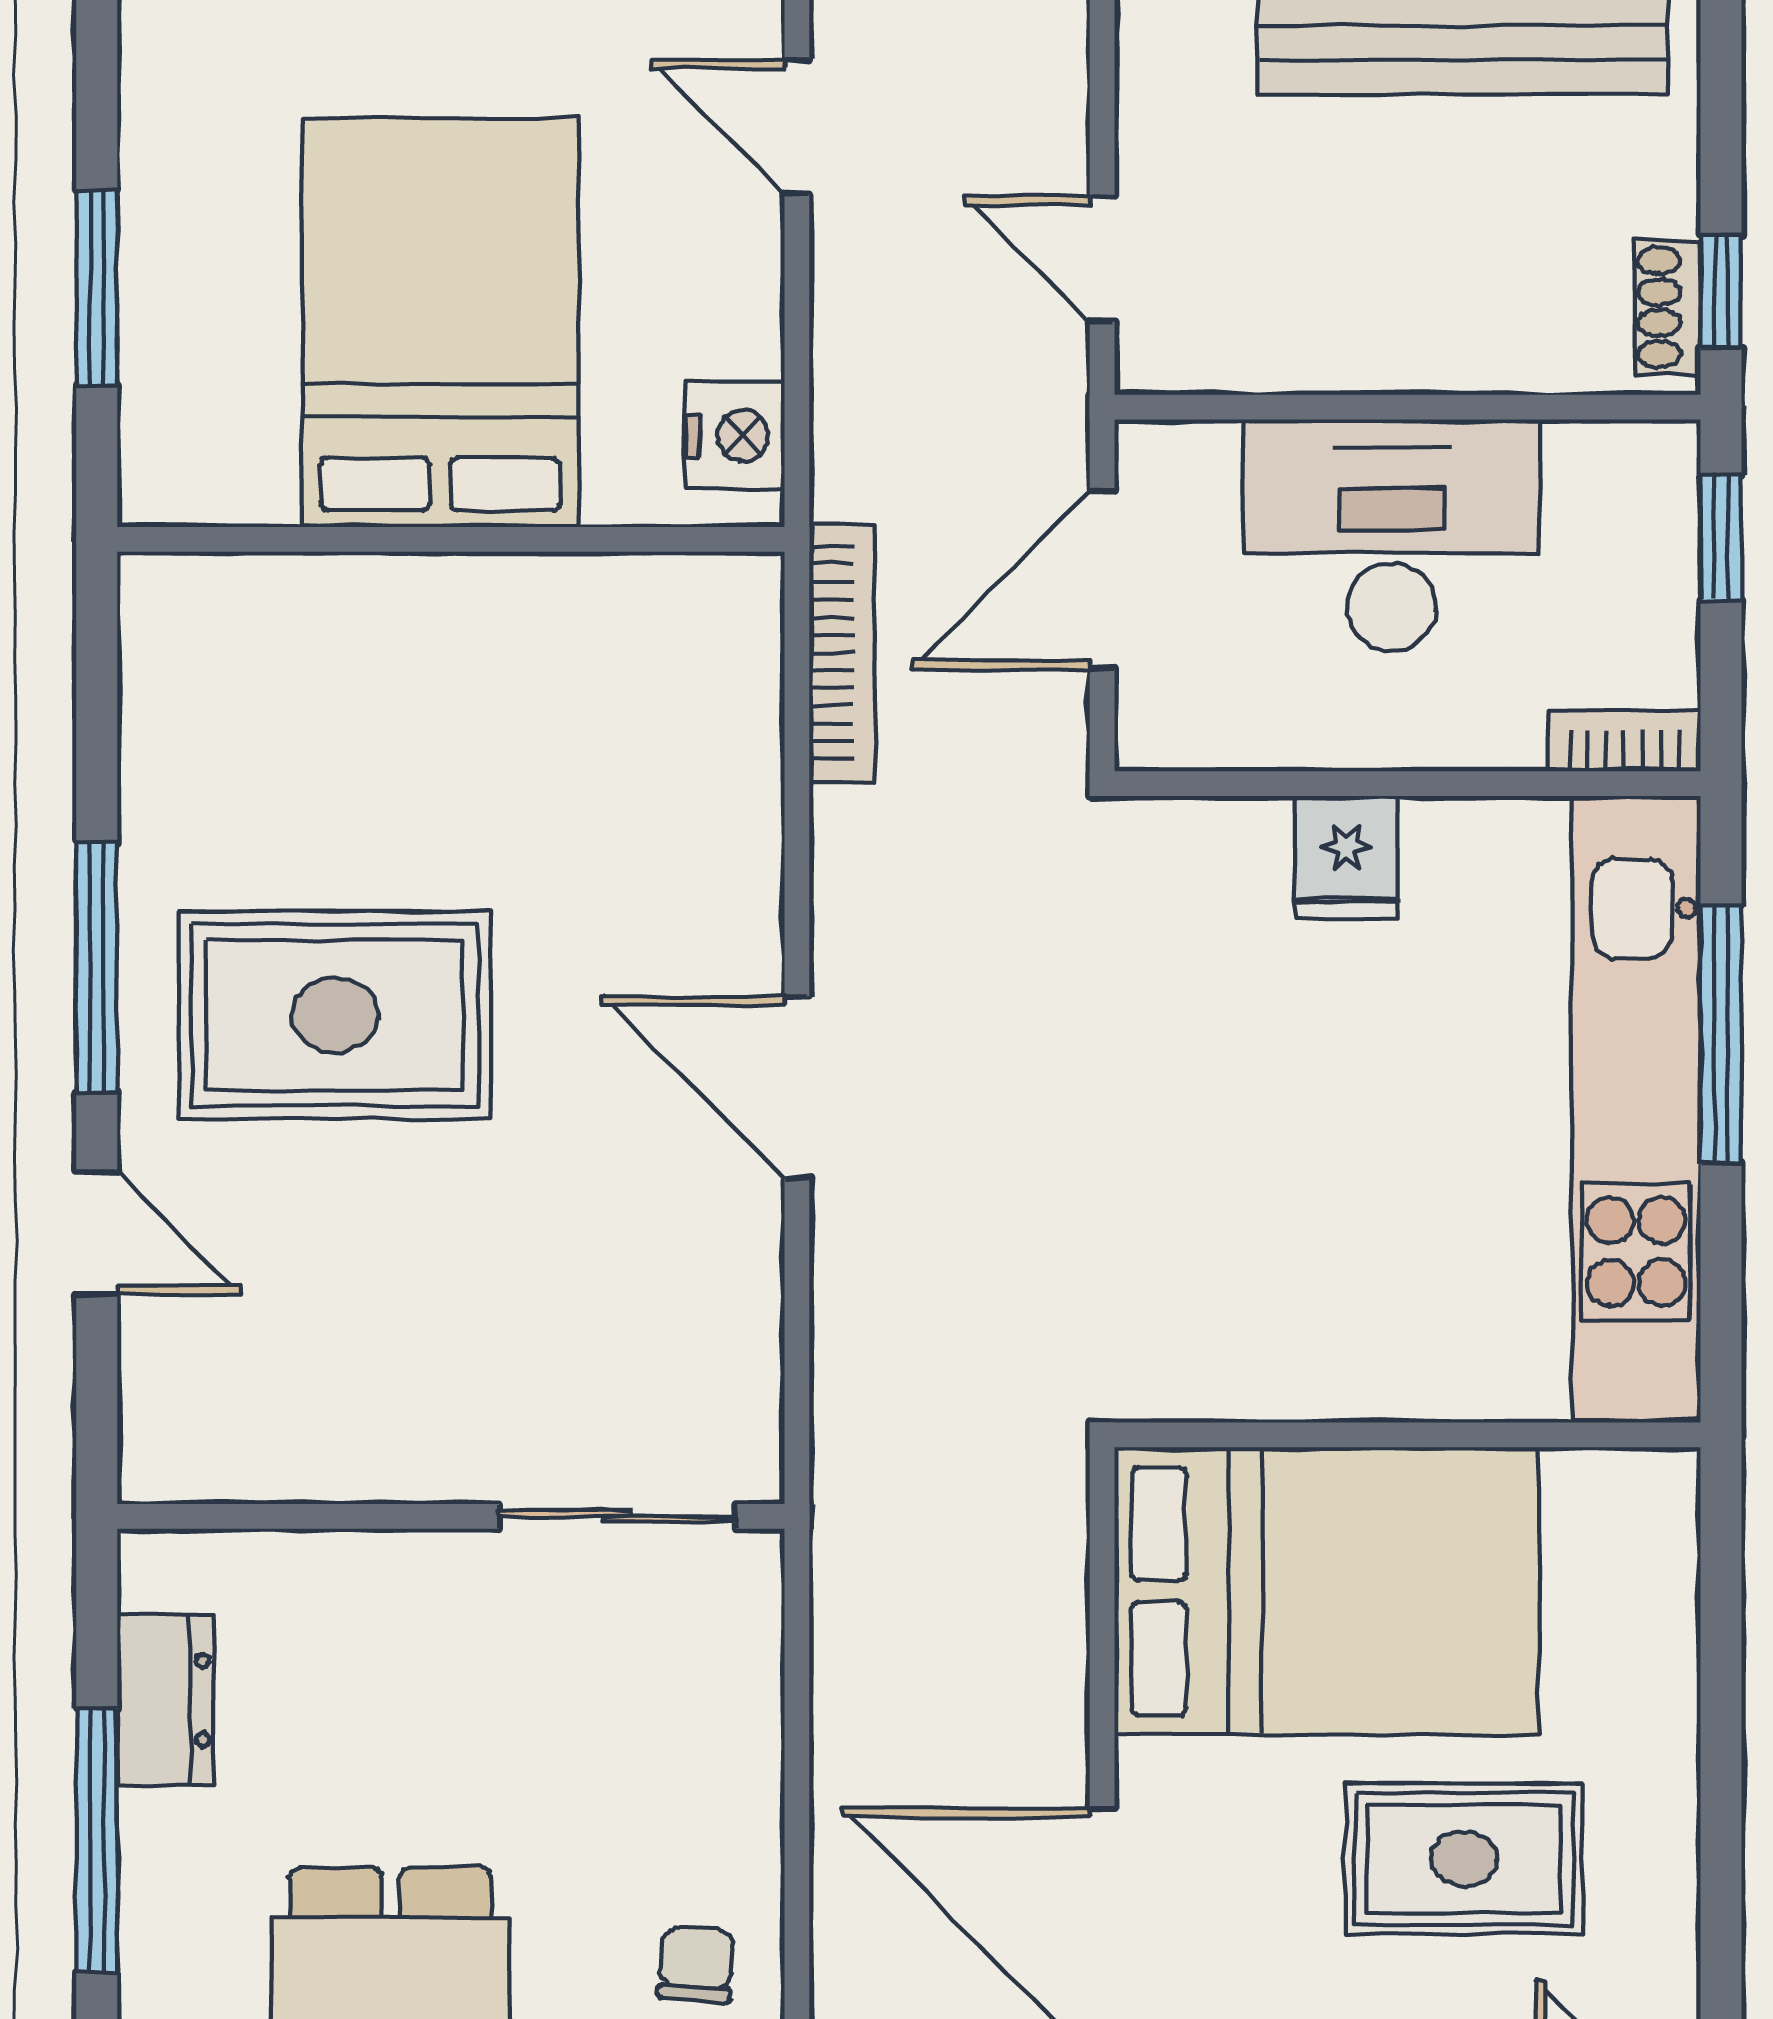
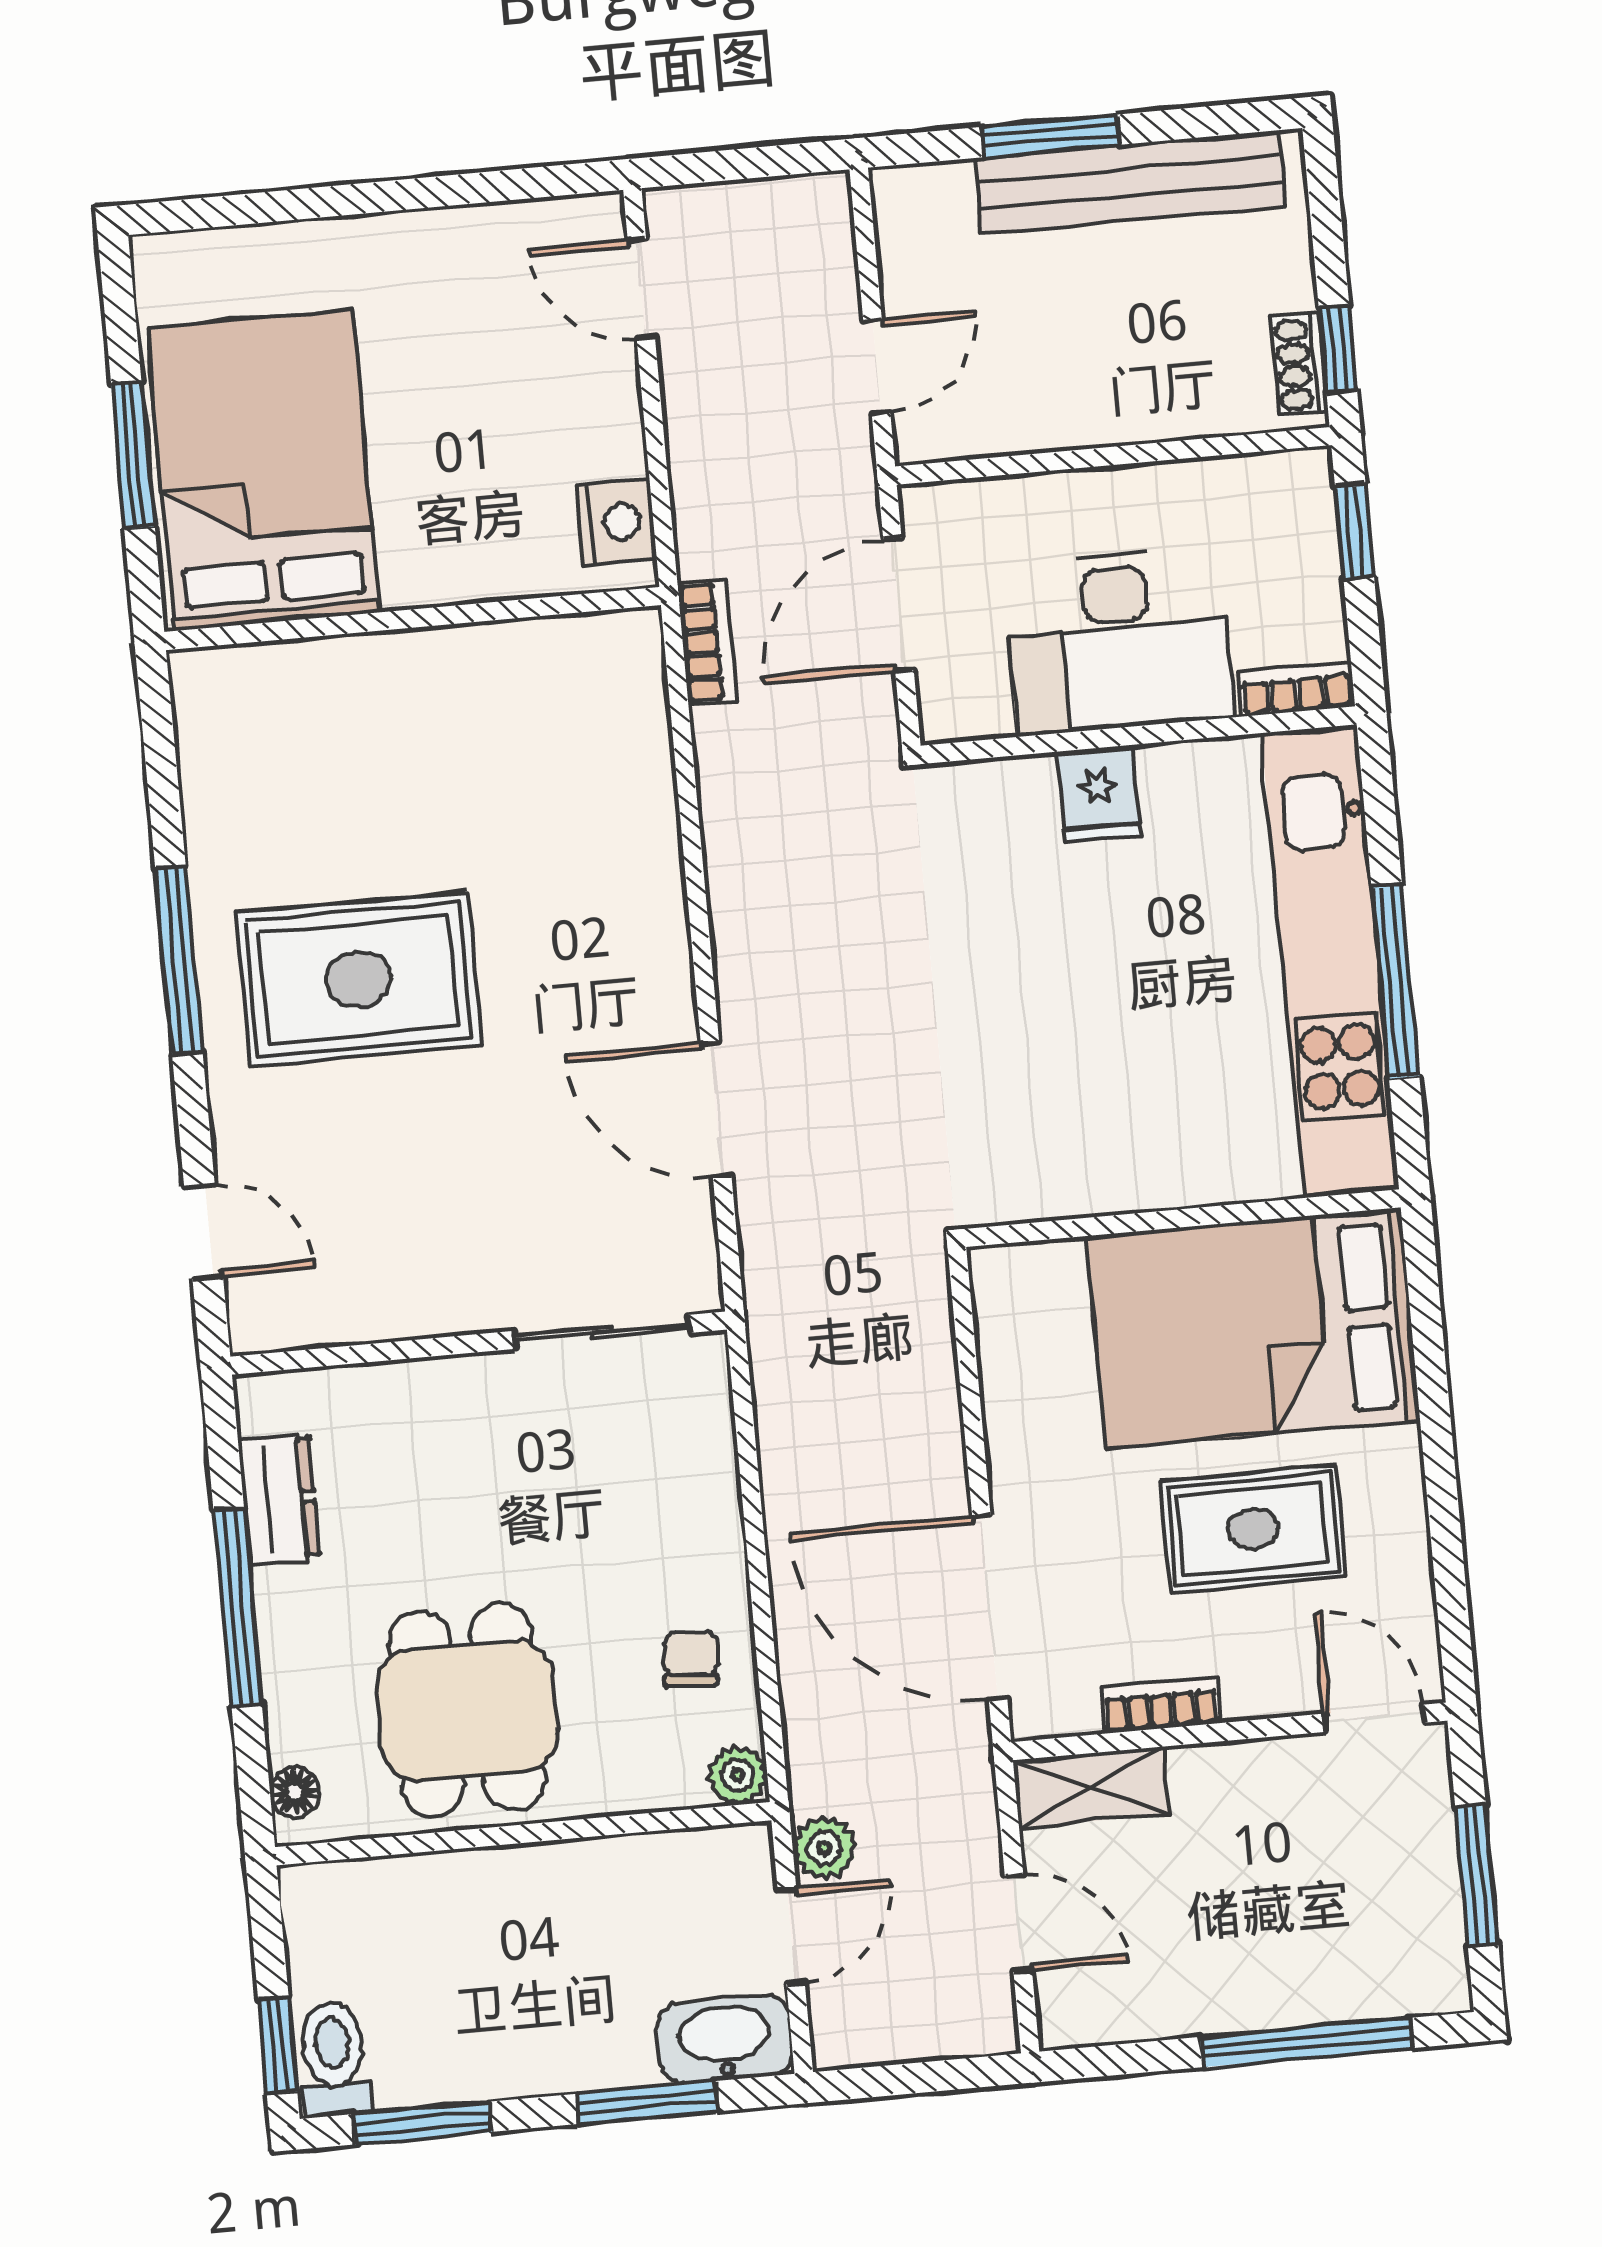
door: (1102, 259) -> (877, 366), swing flipped
bed: (440, 322) -> (264, 470), moved
desk: (1391, 535) -> (1119, 641), moved, turned 180
bookcase: (842, 653) -> (707, 642), width x0.64
window: (1721, 1034) -> (1395, 982), moved
door: (797, 1088) -> (716, 1109), moved
door: (97, 1233) -> (204, 1232), moved
bed: (1327, 1591) -> (1253, 1328), moved, turned 180

